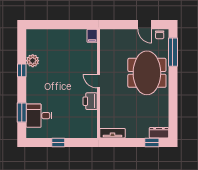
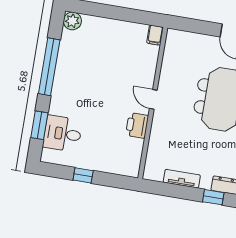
plant: (33, 61) -> (72, 21), moved
window: (22, 70) -> (49, 67), width x3.17
tv unit: (112, 133) -> (182, 179), moved

